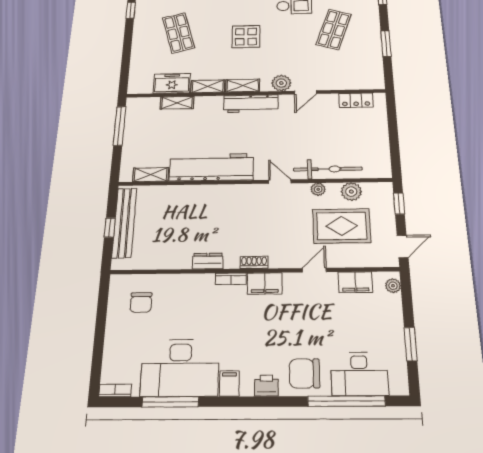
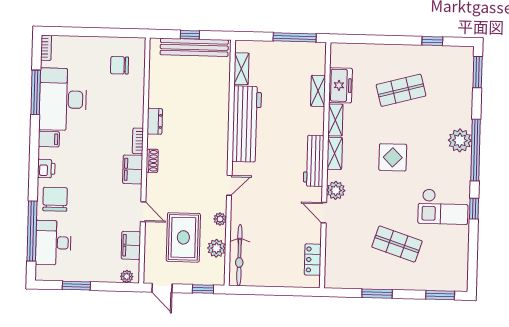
bicycle: (328, 169) -> (239, 255), moved

